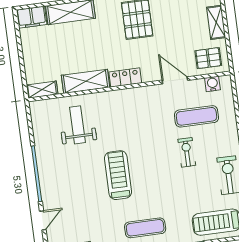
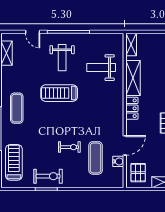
water cooler: (212, 84) -> (118, 161), moved
weight bench: (77, 125) -> (101, 68), turned 180
treadmill: (118, 175) -> (59, 93), turned 180
weight bench: (71, 177) -> (62, 58), added

